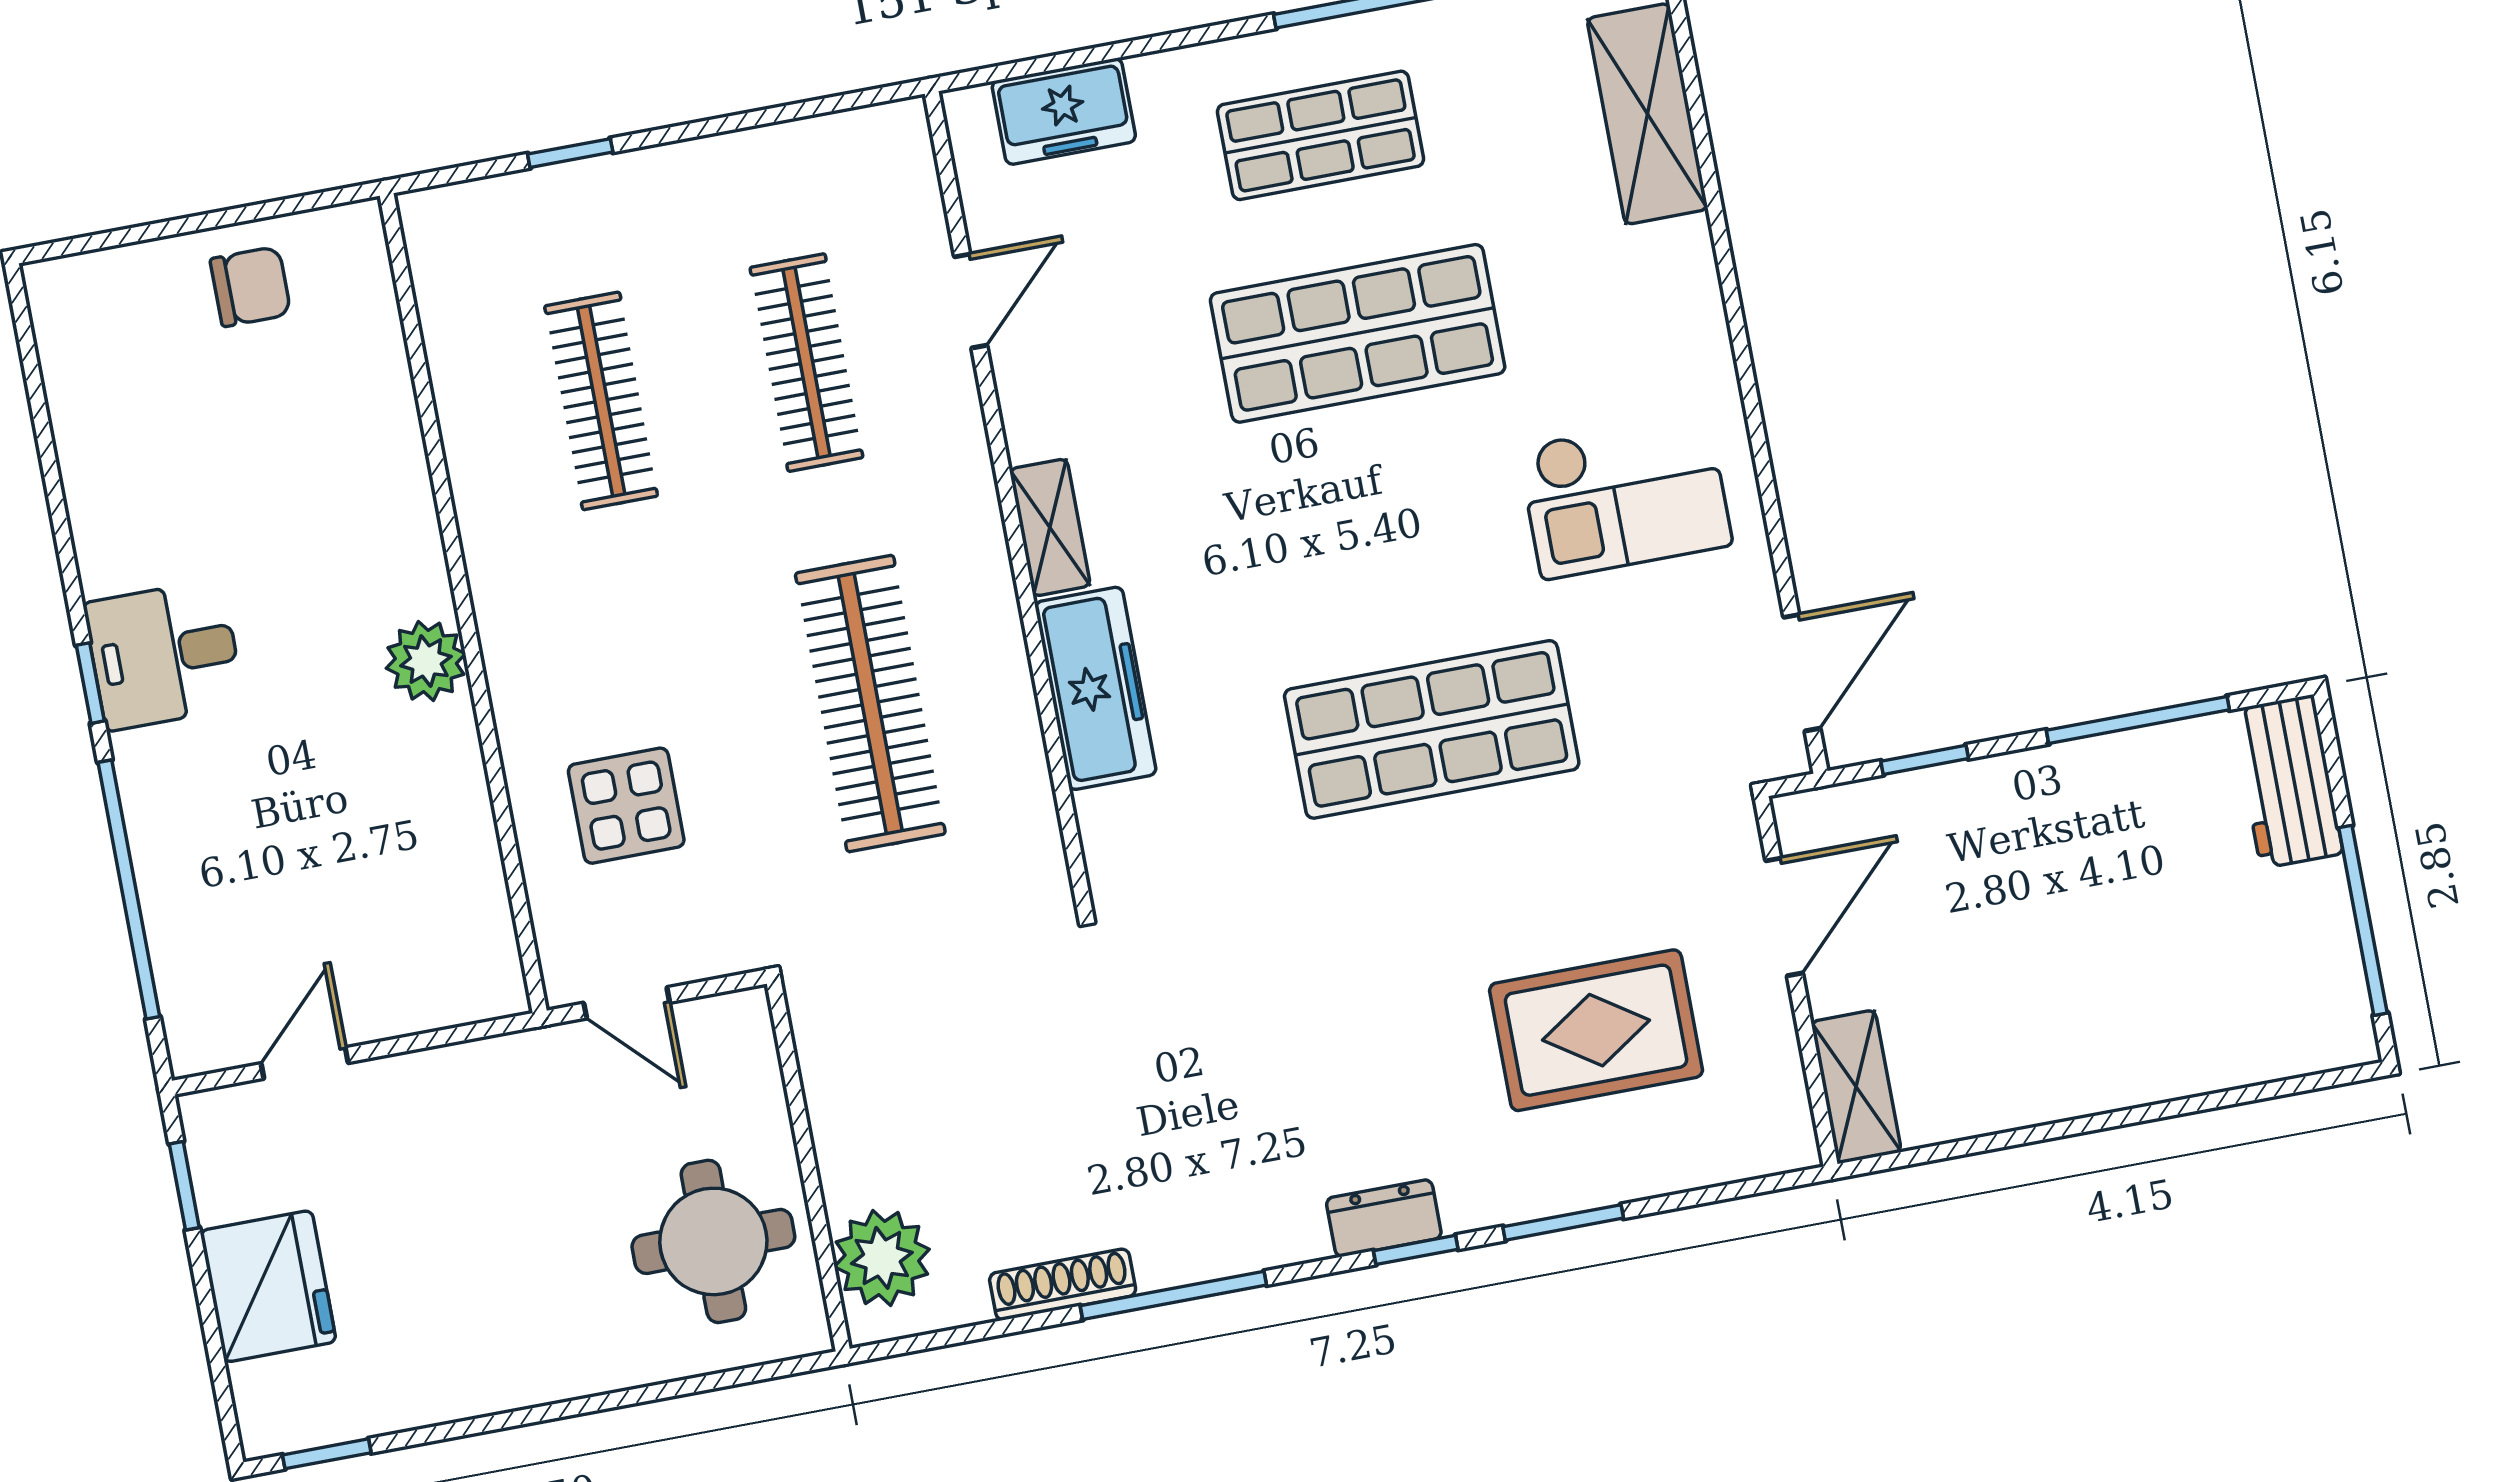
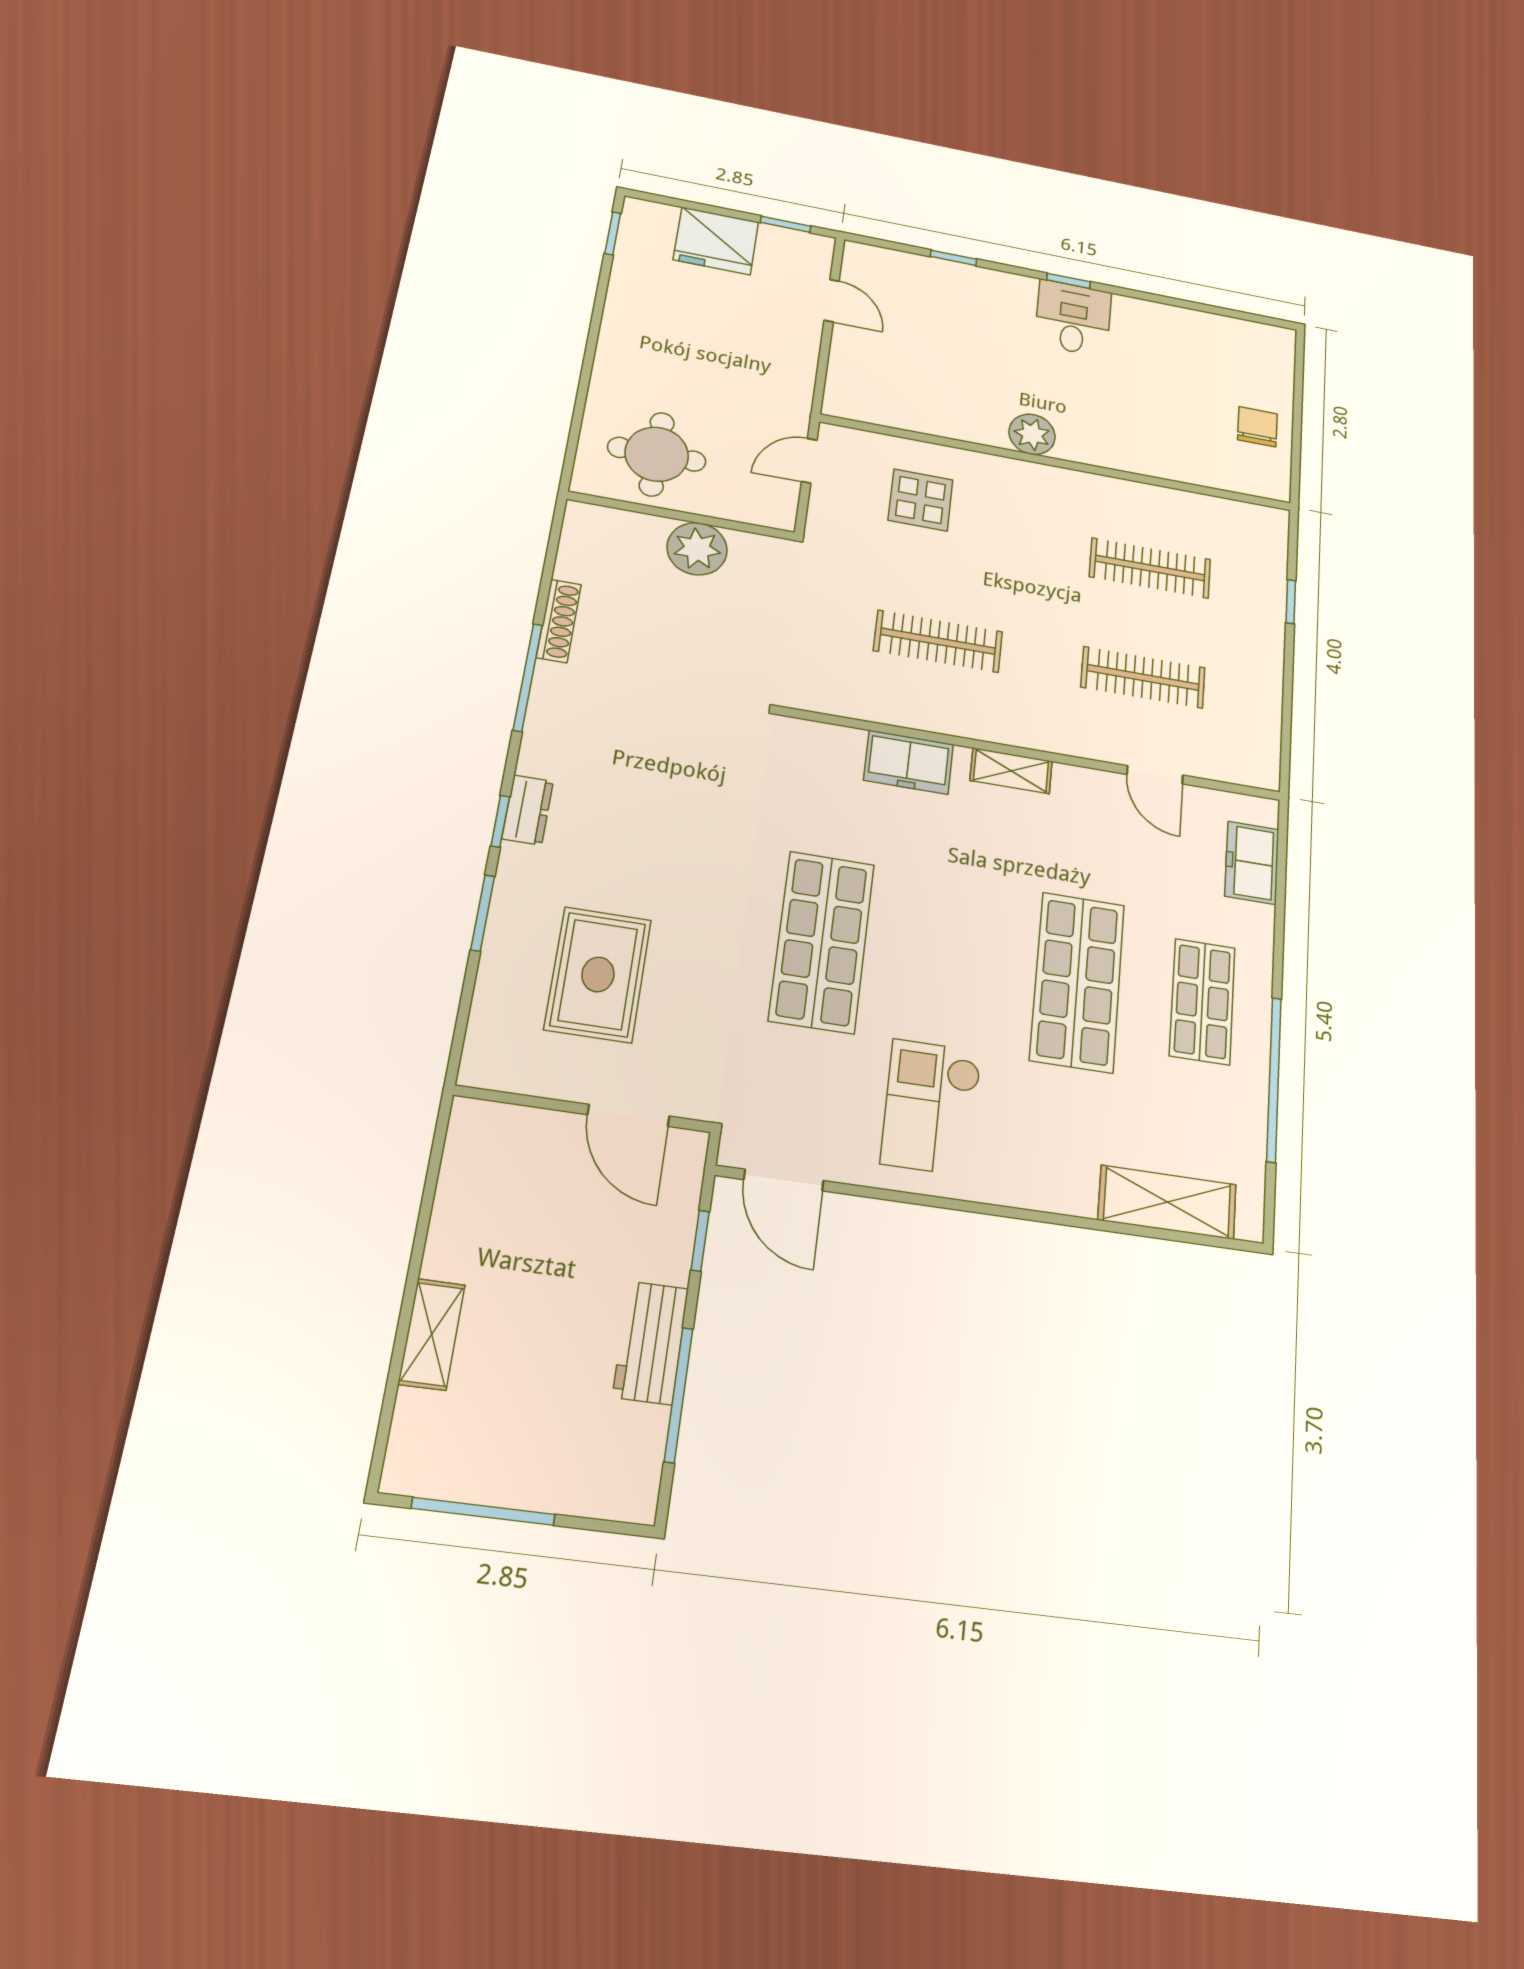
chair: (251, 287) -> (1257, 427), turned 180
freezer: (1096, 688) -> (909, 762), width x0.71
clothes rail: (870, 704) -> (938, 641), width x0.73, depth x0.76
workbench: (2287, 782) -> (651, 1343), moved, turned -90
window: (129, 890) -> (953, 258), width x0.32
shelving: (1856, 1087) -> (432, 1334), moved, turned 90
plant: (882, 1258) -> (697, 549), moved

